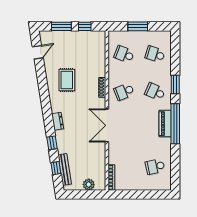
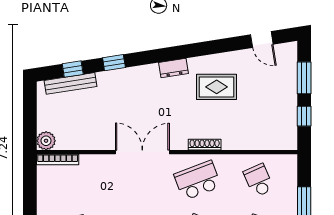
school desk: (124, 54) -> (259, 180), turned -45
school desk: (124, 92) -> (198, 180), width x1.85
dresser: (58, 121) -> (174, 68), moved
plant: (89, 184) -> (46, 141), moved

